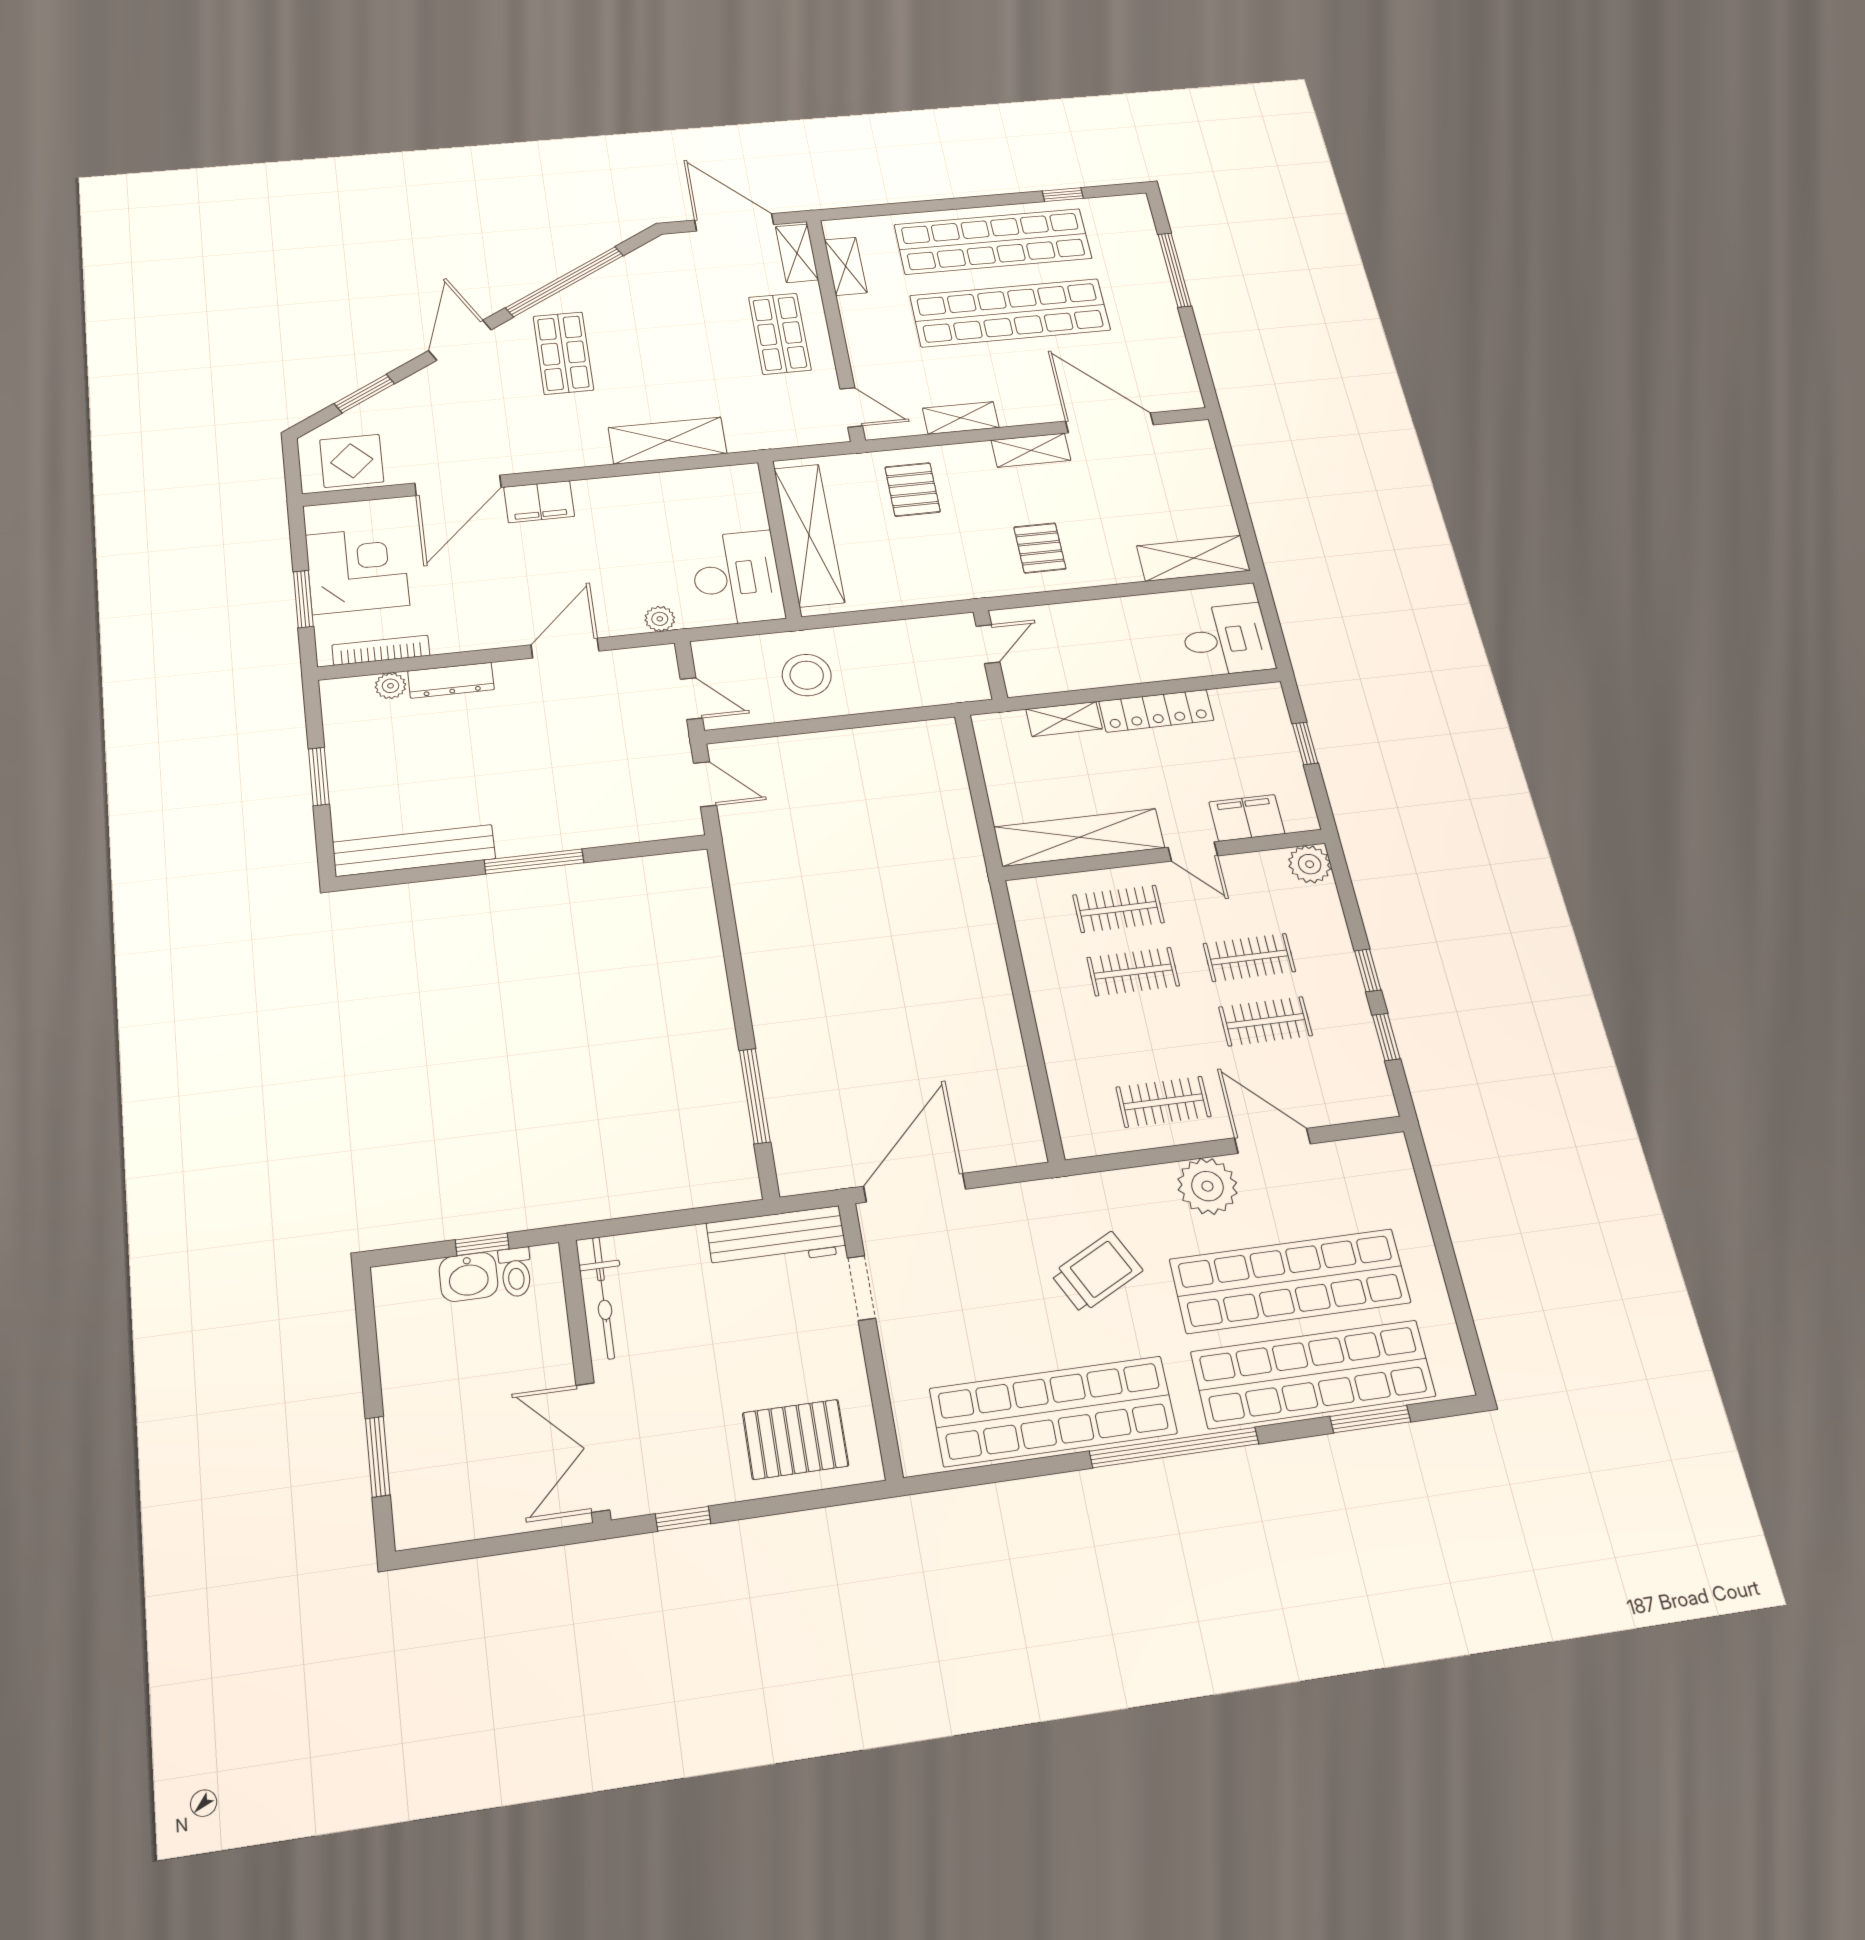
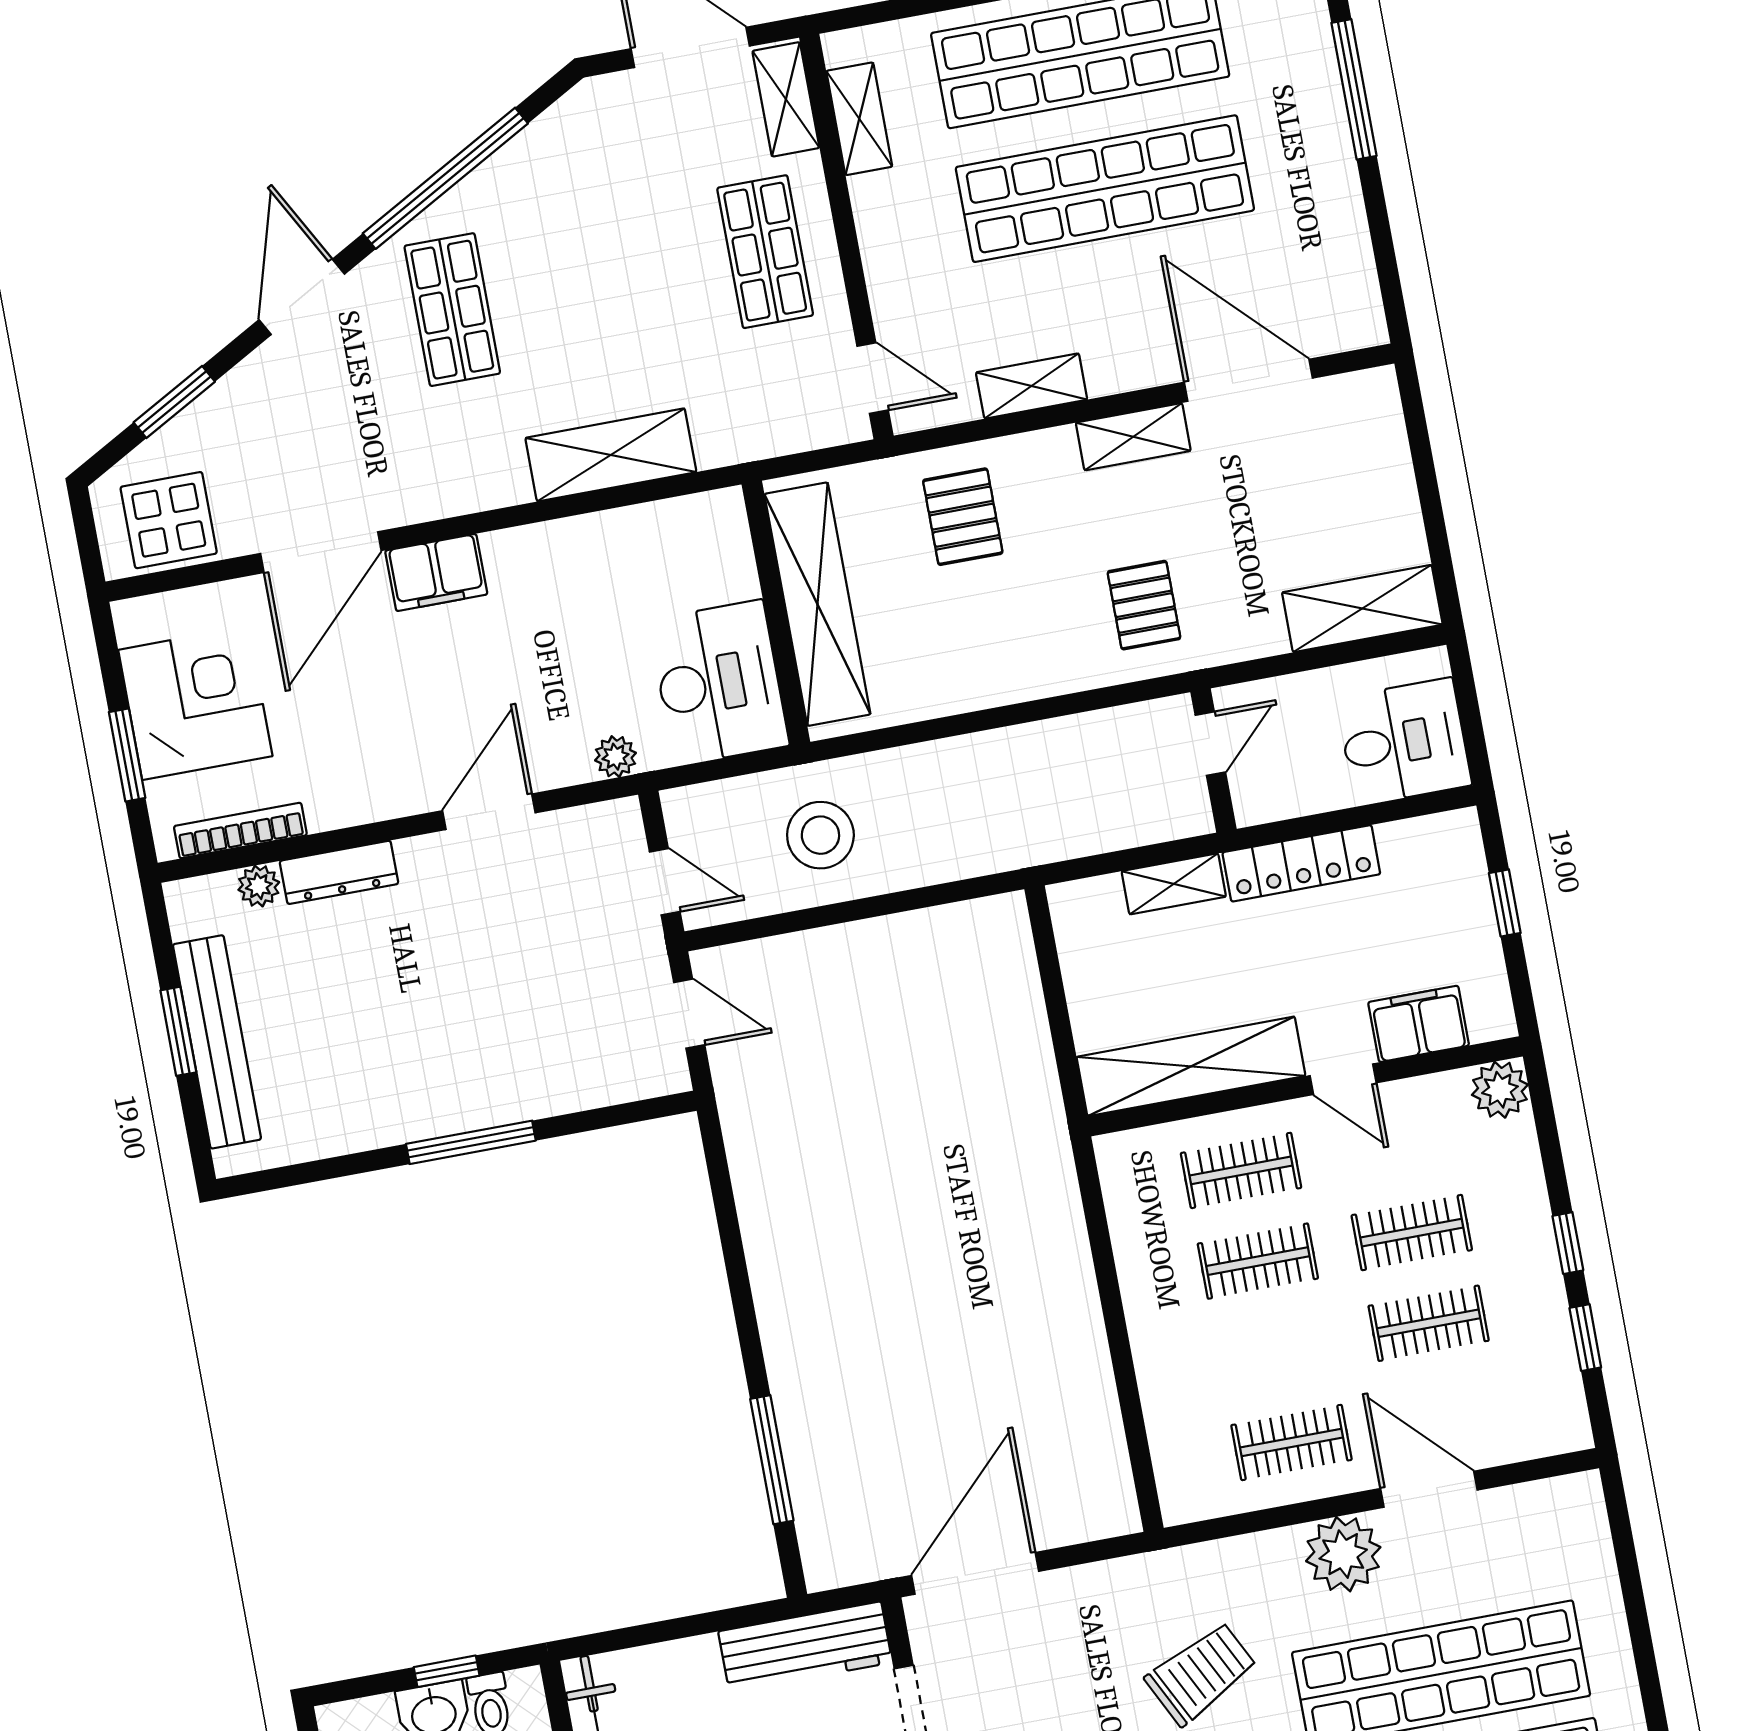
door: (988, 644) -> (1210, 744), moved
wall: (990, 655) -> (1214, 761), moved
bench: (414, 850) -> (217, 1042), moved, turned 90

